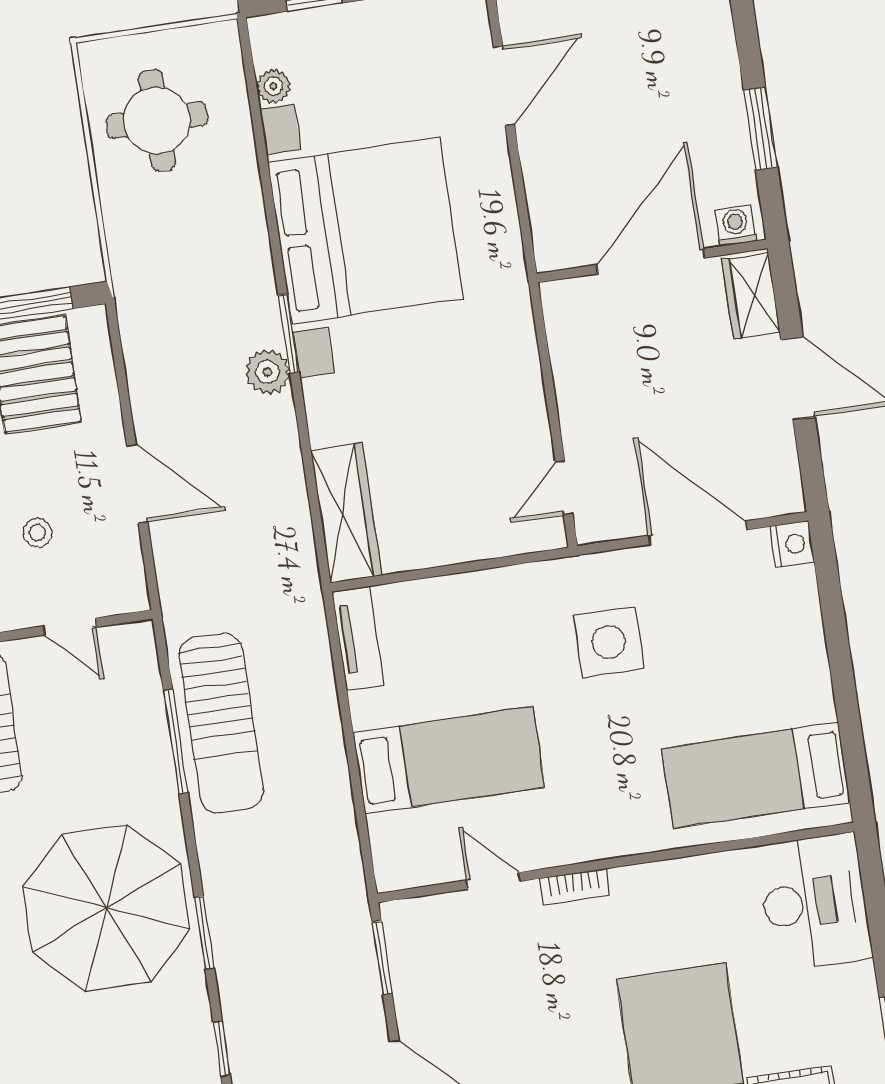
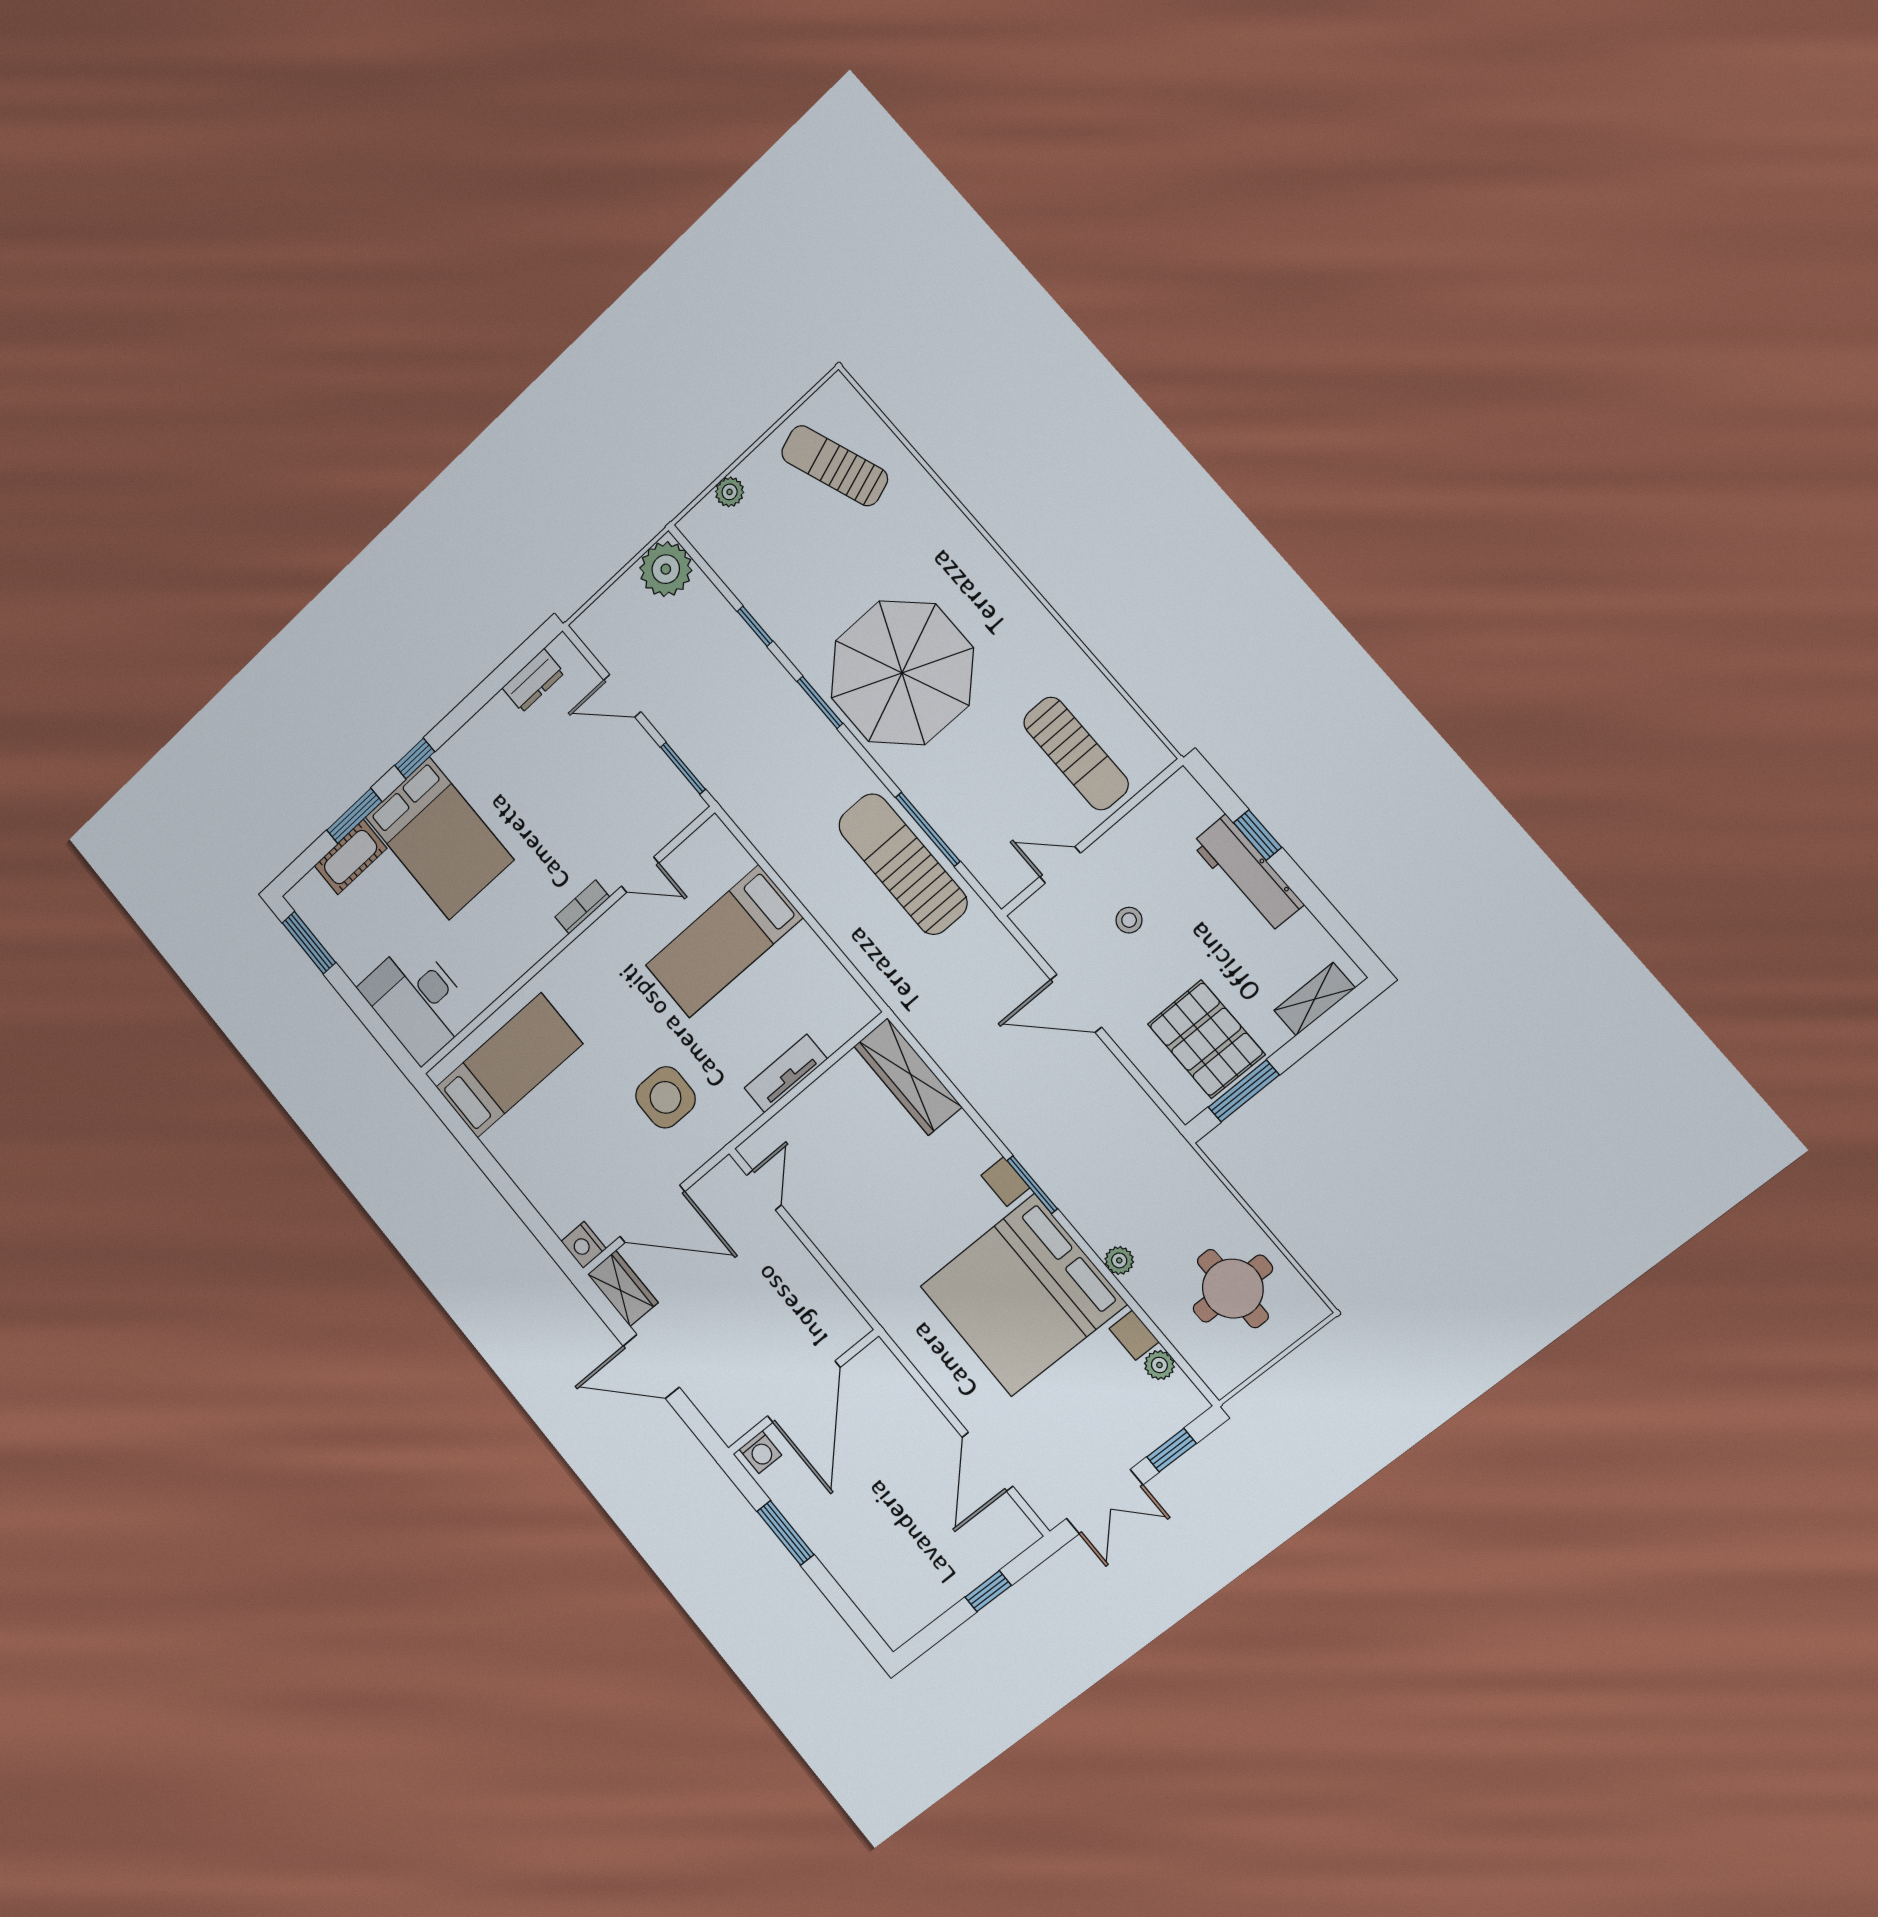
wardrobe: (751, 296) -> (623, 1288), moved
plant: (268, 372) -> (1119, 1260), moved, width x0.73, depth x0.73
tv unit: (358, 638) -> (786, 1074), moved, turned 90

